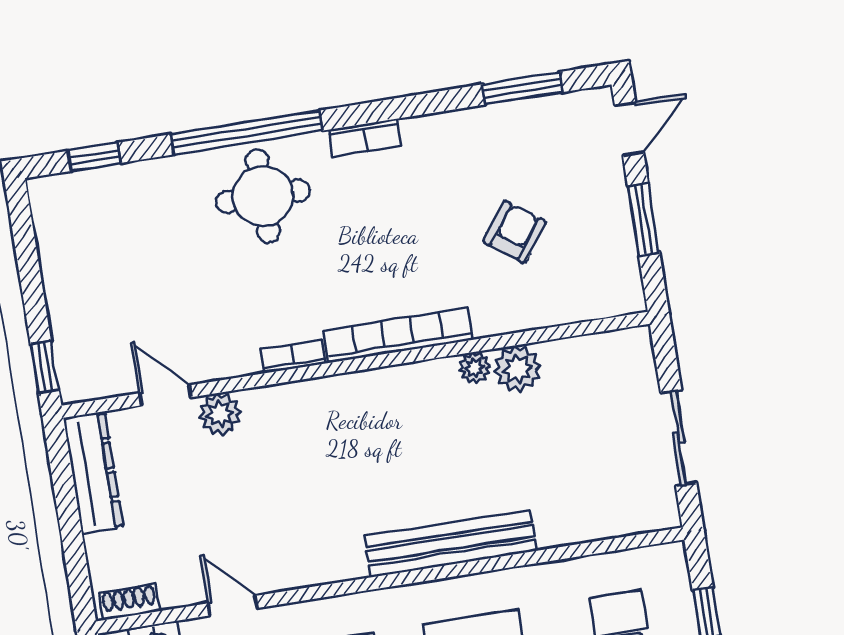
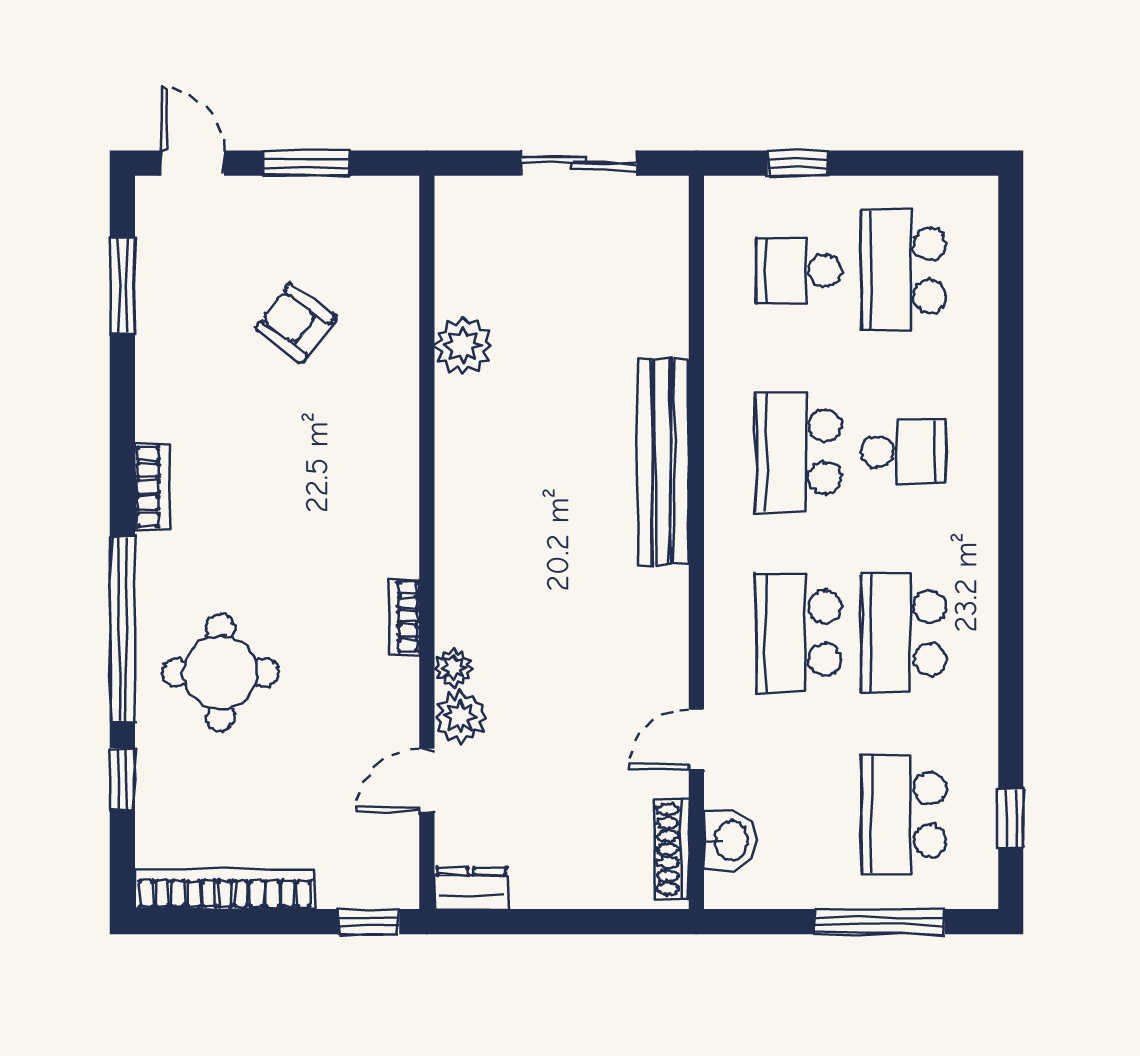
window: (94, 157) -> (122, 779), moved
round table: (263, 196) -> (221, 672), moved
bookcase: (398, 335) -> (225, 889), moved, turned 90
plant: (475, 368) -> (454, 668), moved
dresser: (93, 473) -> (471, 888), width x0.51, depth x0.80
shoe rack: (129, 602) -> (672, 849), width x1.43

